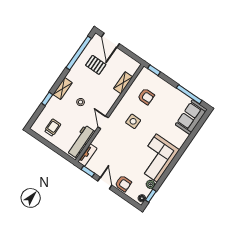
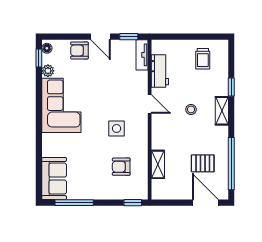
workbench: (81, 142) -> (160, 71), width x0.73

